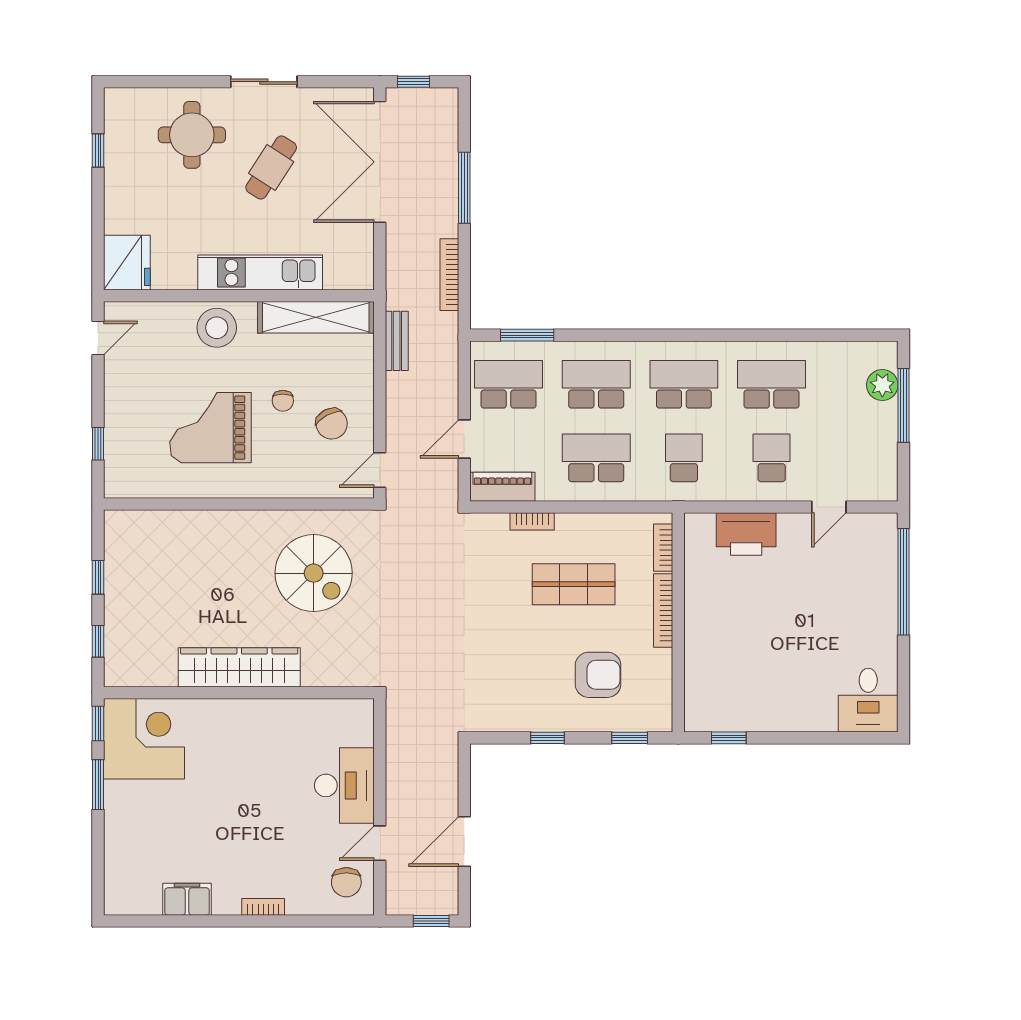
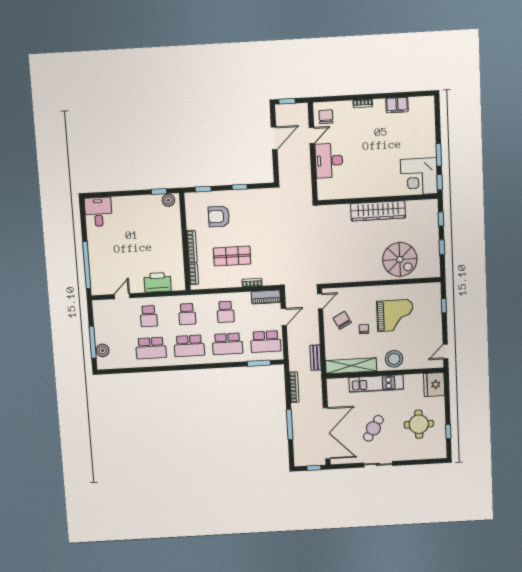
round table: (192, 135) -> (419, 424), moved
school desk: (596, 458) -> (226, 312), width x0.54
spiral stairs: (314, 573) -> (400, 259), moved, turned 180
plant: (709, 717) -> (168, 200), added

